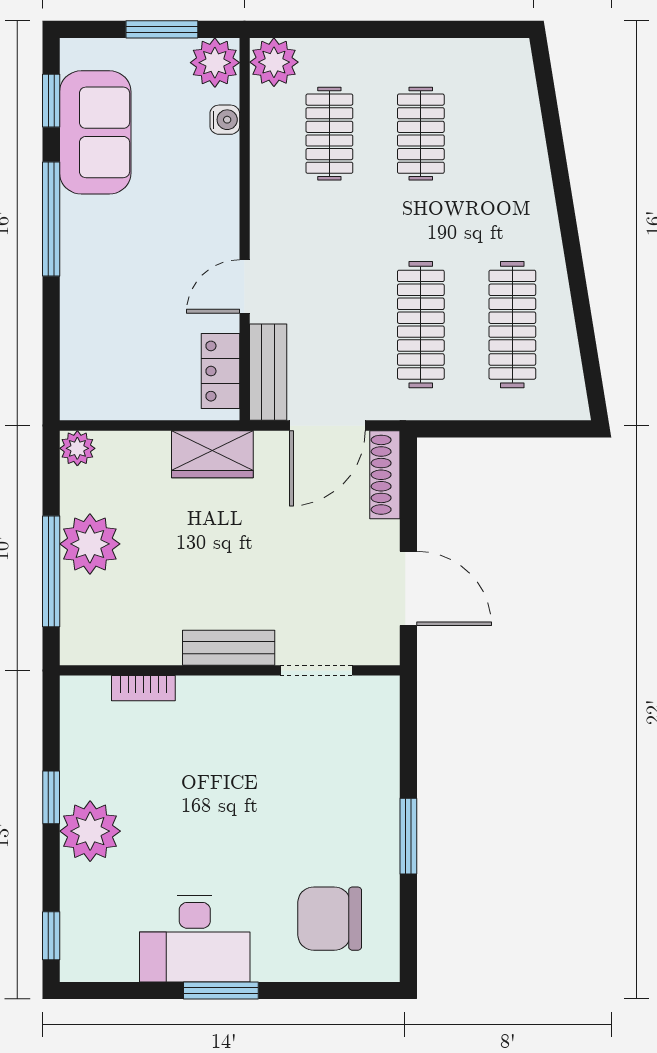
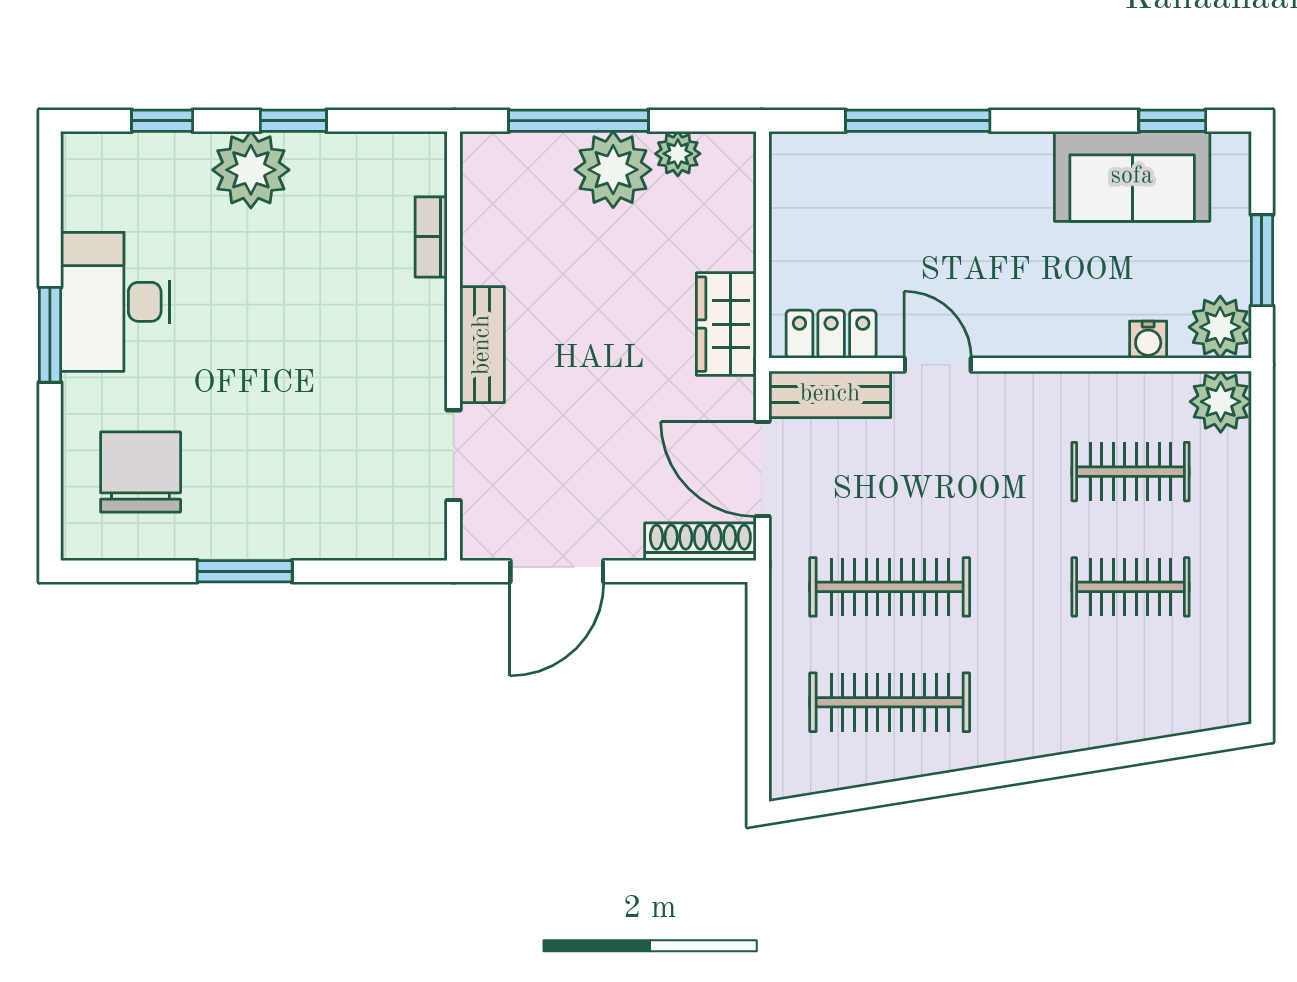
window: (51, 219) -> (918, 121), moved
plant: (77, 448) -> (678, 154), moved
window: (51, 936) -> (162, 121), moved

